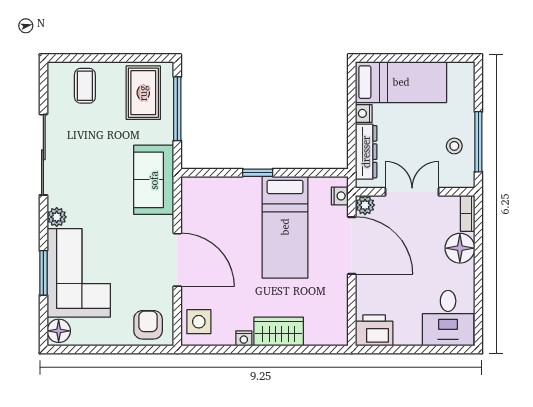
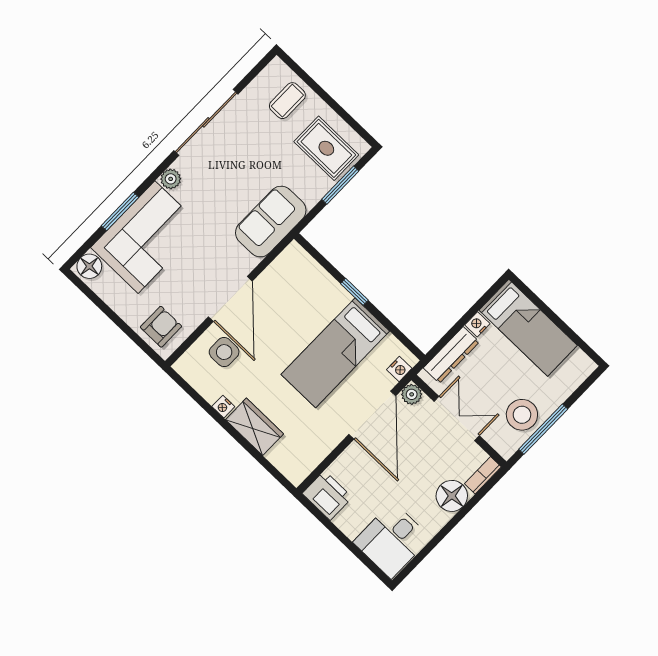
rug: (143, 93) -> (326, 148), turned 90
window: (177, 109) -> (340, 185), width x0.69
stool: (454, 146) -> (522, 415), width x1.89, depth x1.89
side table: (199, 322) -> (224, 352), moved

